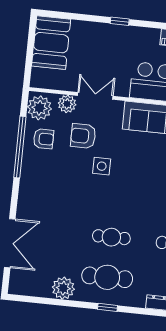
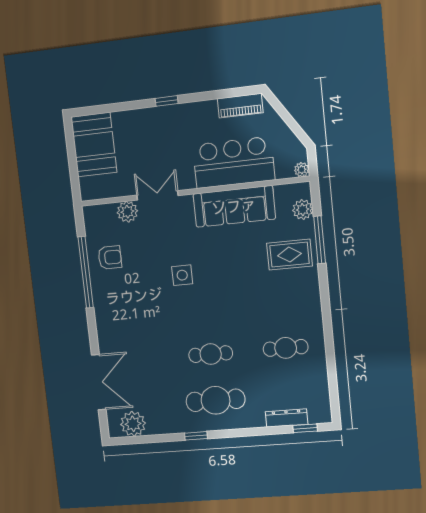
plant: (39, 108) -> (98, 223), removed
armchair: (83, 136) -> (154, 245), removed
plant: (63, 288) -> (133, 424), moved
window: (108, 307) -> (196, 436), moved

